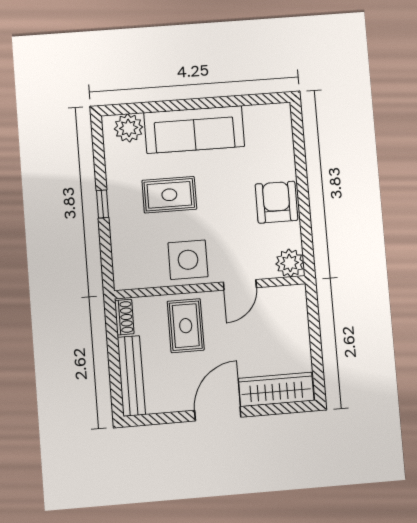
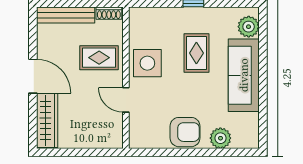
plant: (290, 263) -> (220, 138), moved

